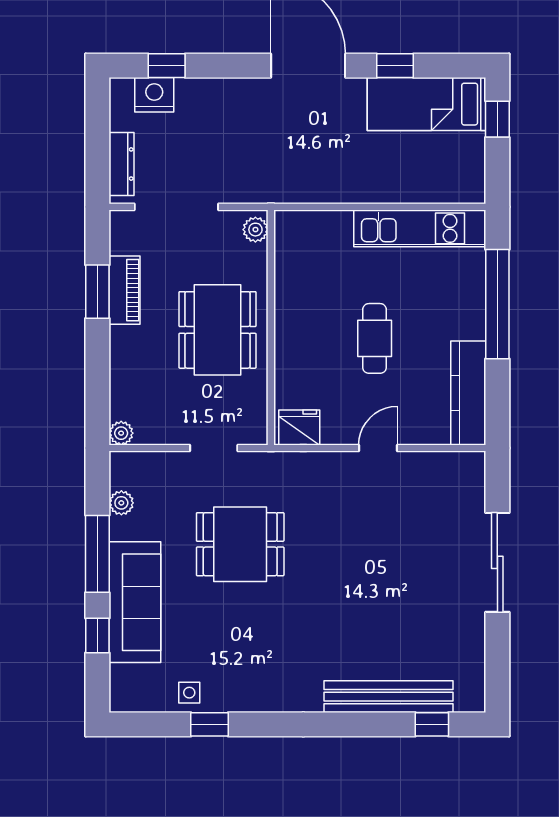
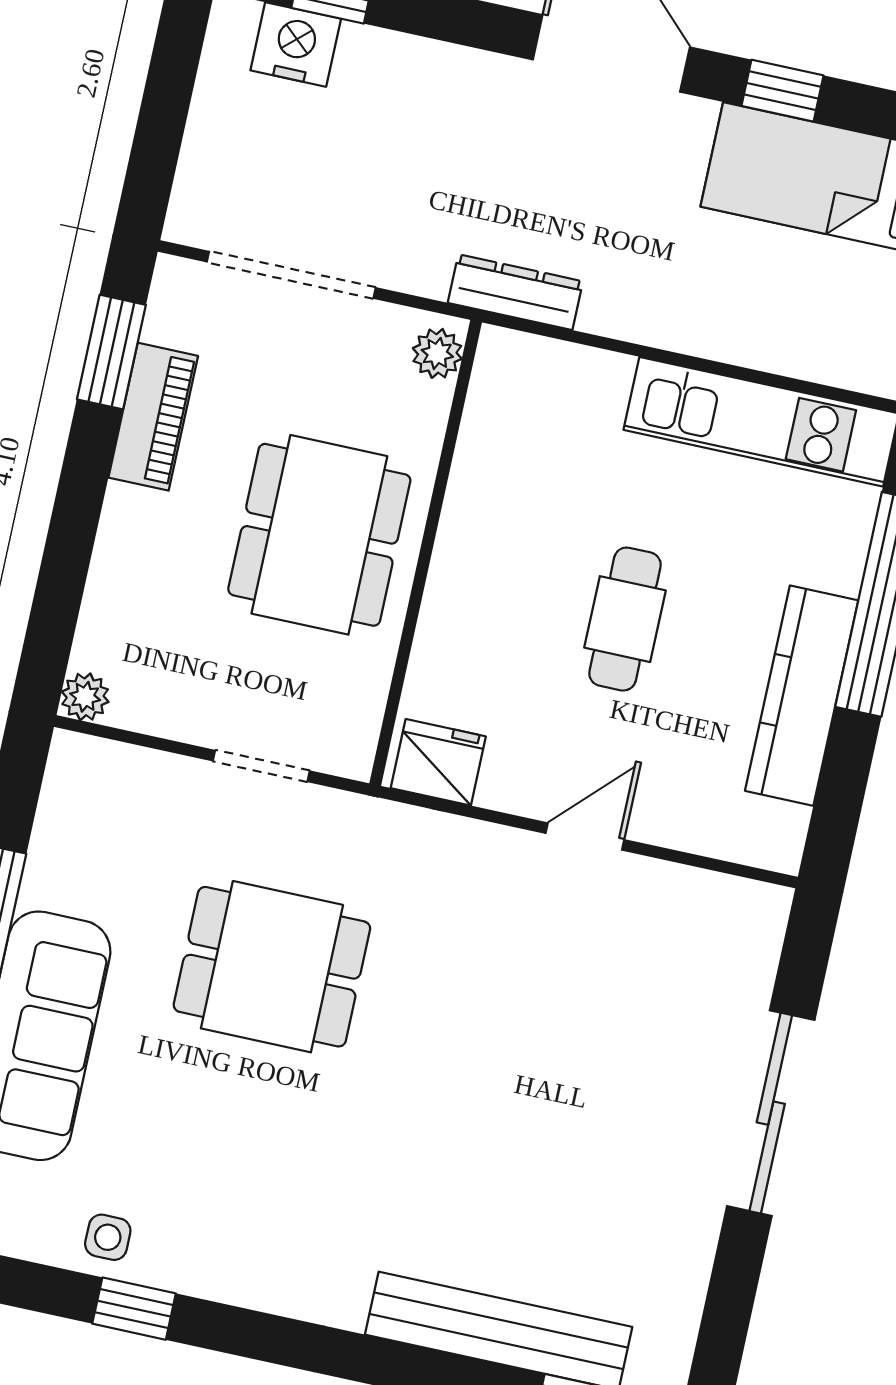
dresser: (122, 164) -> (515, 292), moved, turned -90
window: (97, 292) -> (111, 352), moved
kitchen counter: (468, 393) -> (802, 696), moved
plant: (121, 503) -> (56, 834), removed

